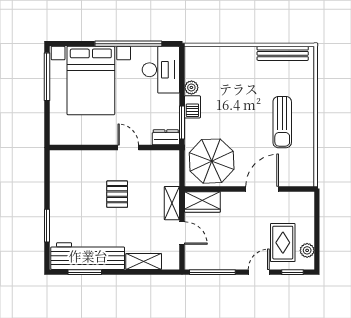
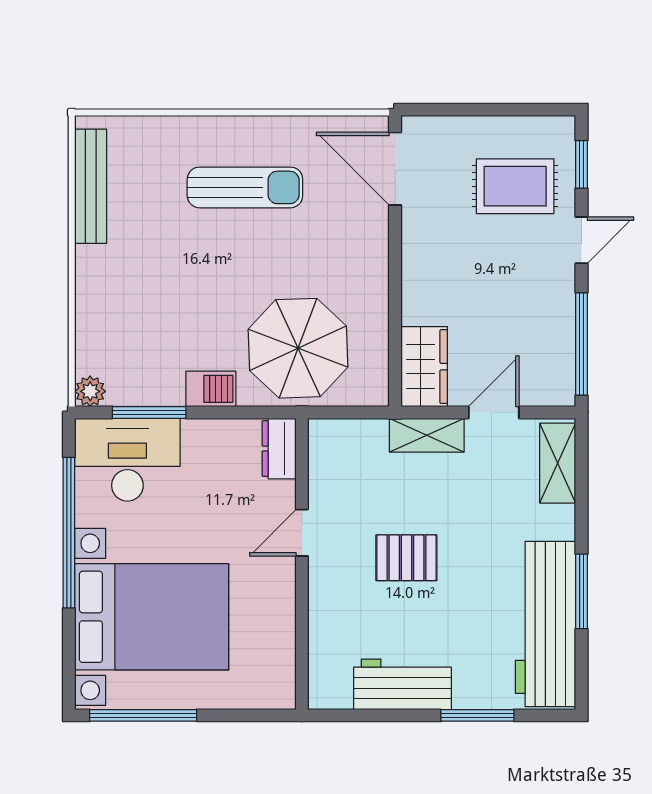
plant: (191, 87) -> (90, 391), moved
window: (182, 123) -> (149, 412), moved
parasol: (212, 161) -> (298, 348), moved
door: (262, 189) -> (395, 169), moved
workbench: (61, 192) -> (402, 684), added
plant: (307, 250) -> (533, 132), removed
shelving: (144, 261) -> (558, 463), moved
window: (85, 272) -> (581, 591), moved
door: (259, 272) -> (581, 240), swing flipped

